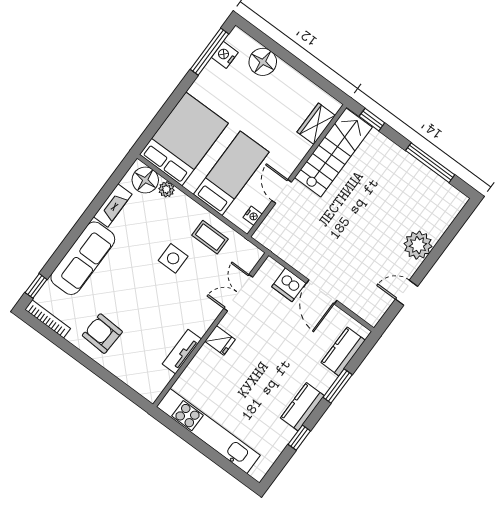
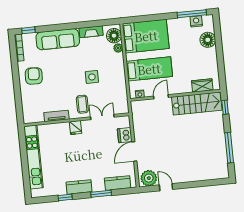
coffee table: (210, 237) -> (82, 104), moved
plant: (418, 245) -> (149, 178), moved

